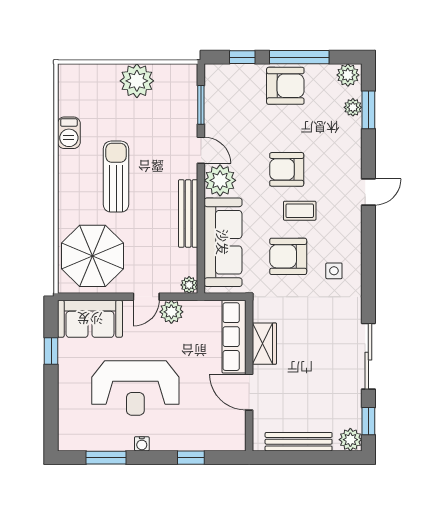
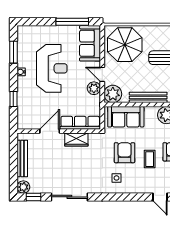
sofa: (223, 242) -> (126, 117), width x0.73
plant: (189, 285) -> (113, 94), width x1.88, depth x1.88
window: (51, 351) -> (72, 22), width x2.17
reception desk: (135, 388) -> (52, 68), turned 180

